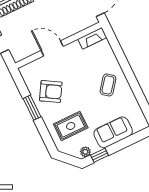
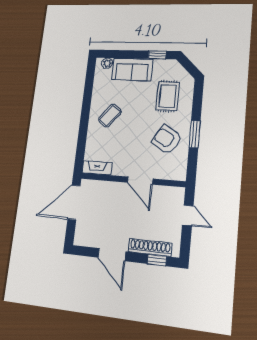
rug: (71, 126) -> (168, 96), turned 90
plant: (85, 152) -> (107, 63), moved

